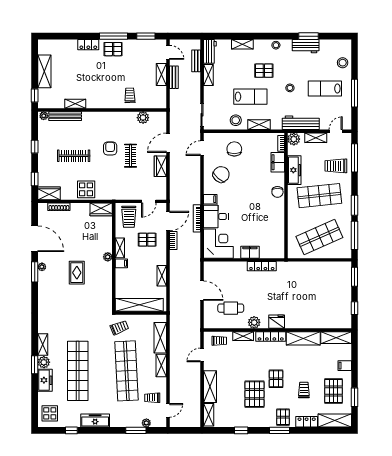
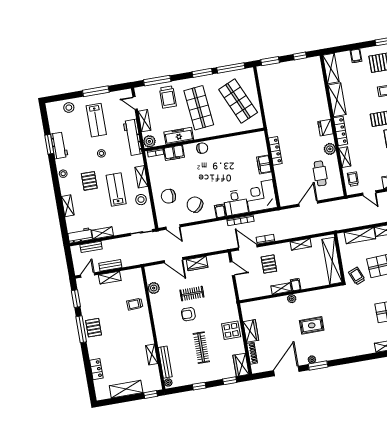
locker: (88, 45) -> (96, 369), moved
wardrobe: (101, 209) -> (251, 331), moved
trolley: (129, 217) -> (250, 285), removed

